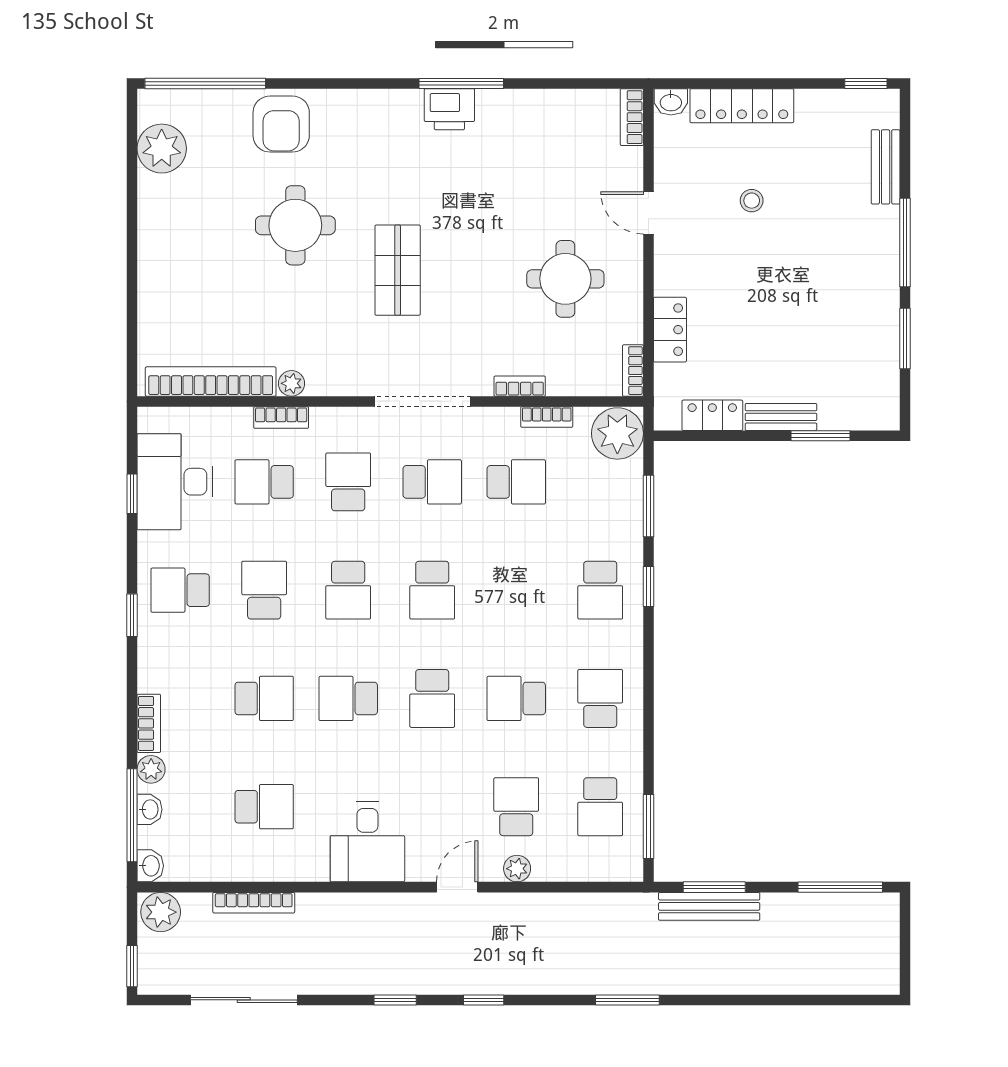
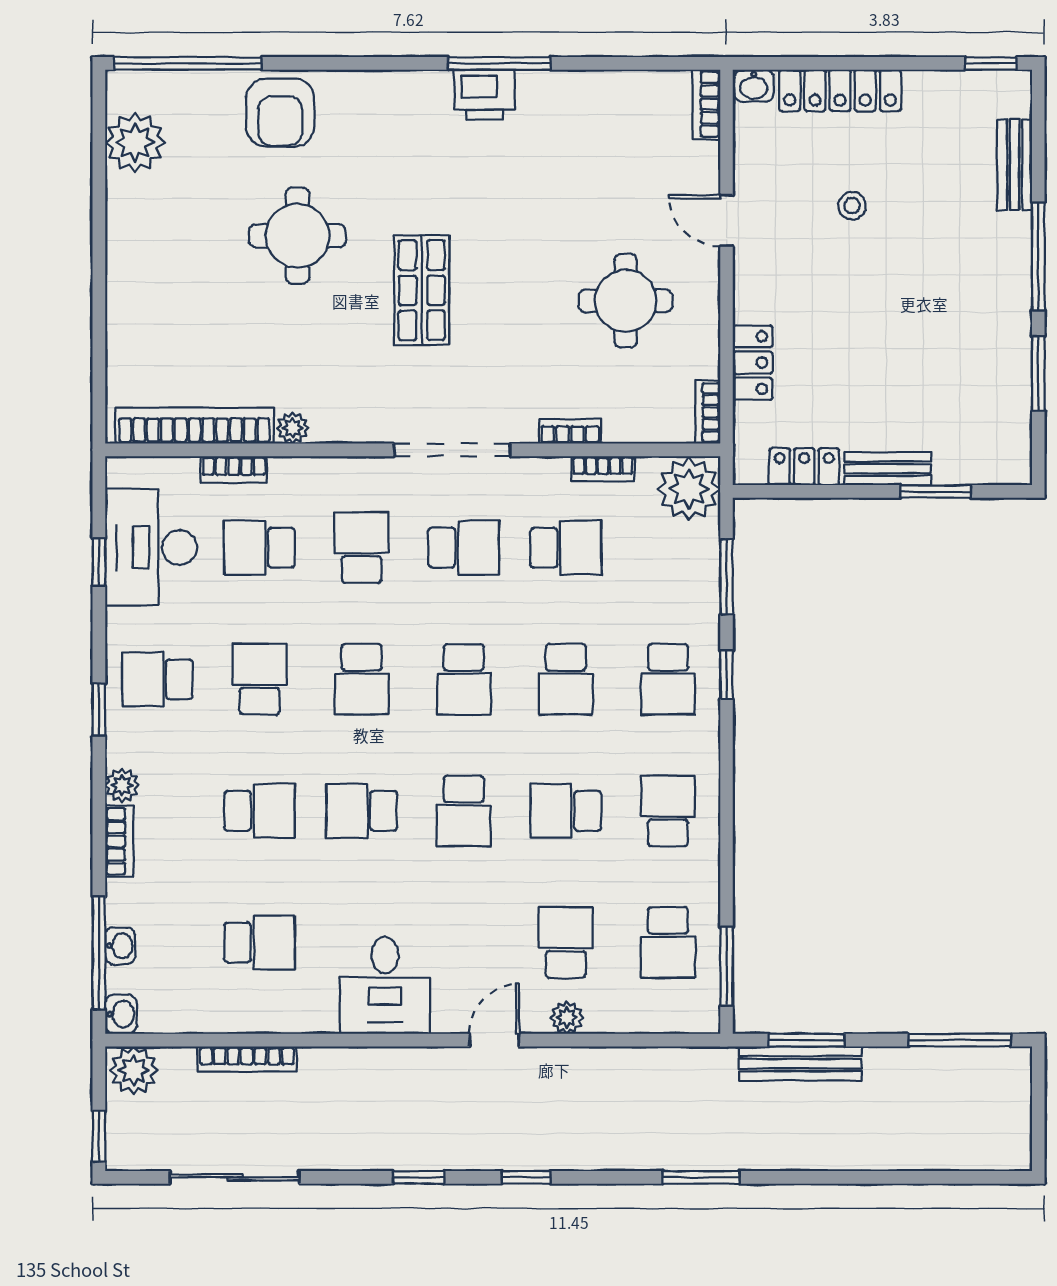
bookcase: (281, 418) -> (234, 469), moved
school desk: (516, 590) -> (566, 679), added
plant: (151, 769) -> (122, 785), moved

